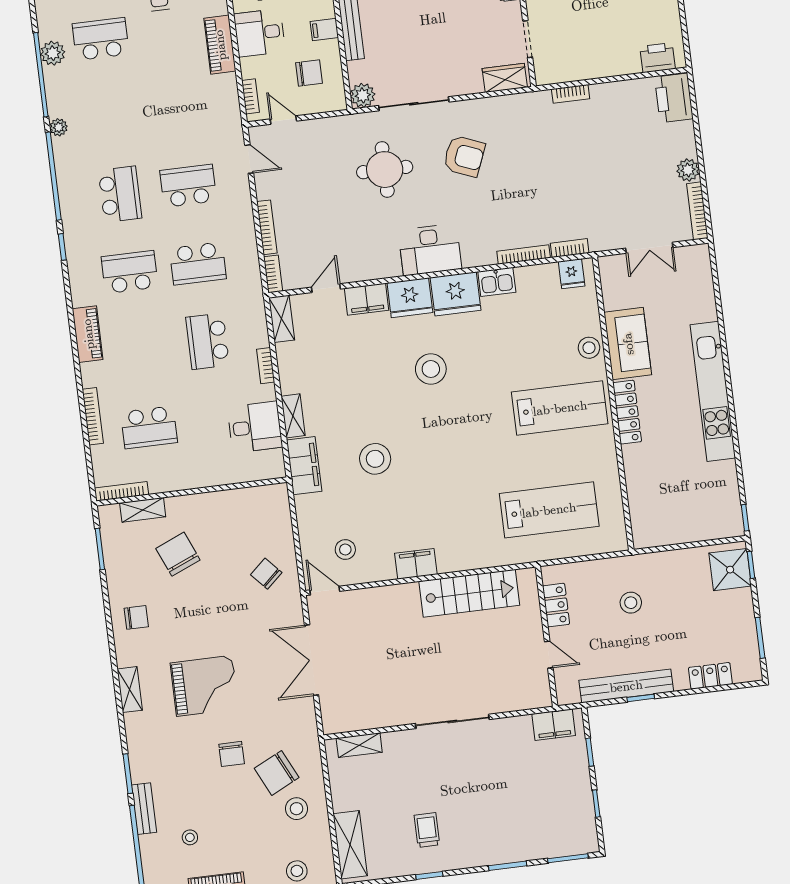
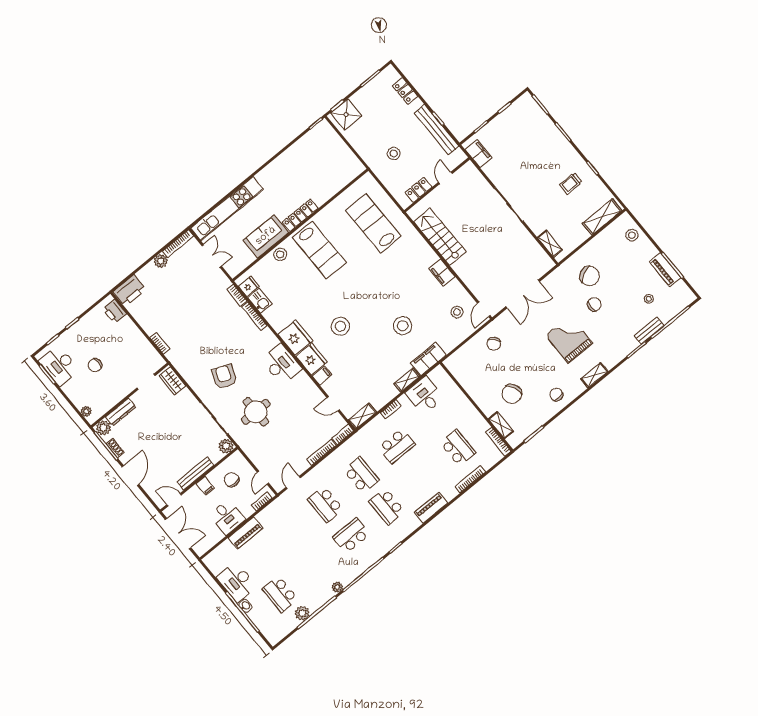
kitchen sink: (497, 282) -> (260, 301), moved
filing cabinet: (367, 299) -> (322, 375), width x0.50
kitchen unit: (713, 391) -> (227, 209), moved
lab bench: (560, 408) -> (319, 250), turned 180
stool: (297, 809) -> (601, 255), removed

